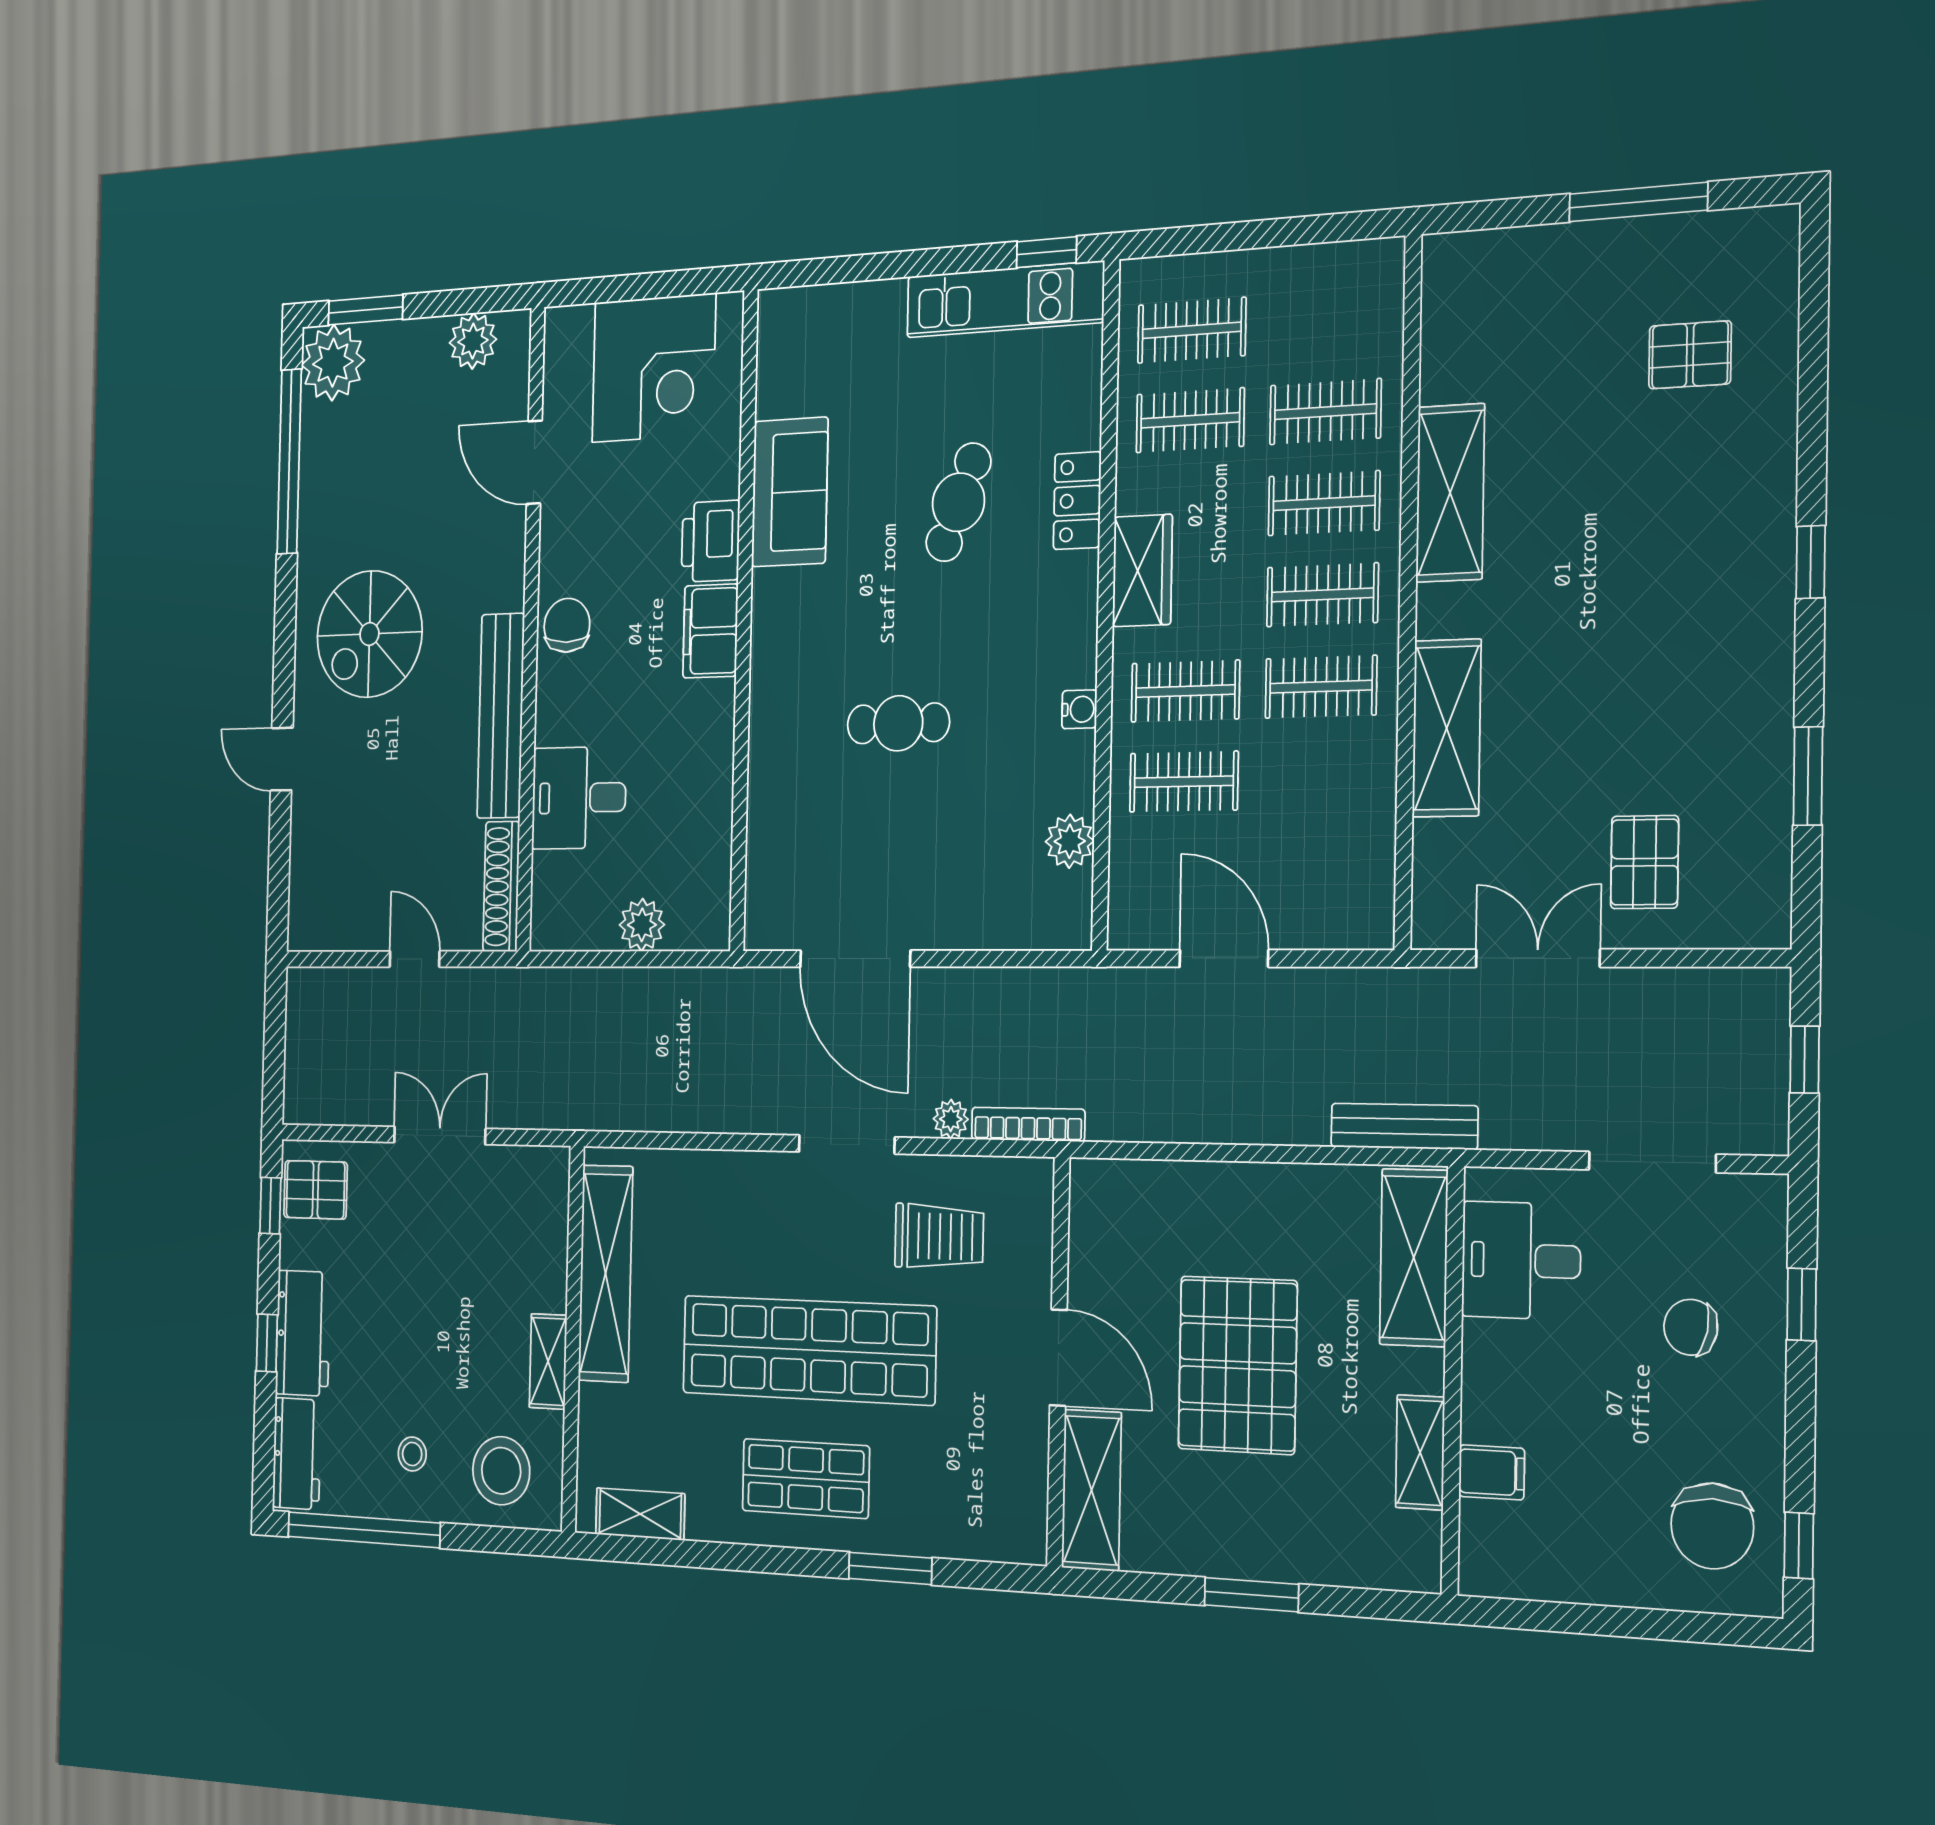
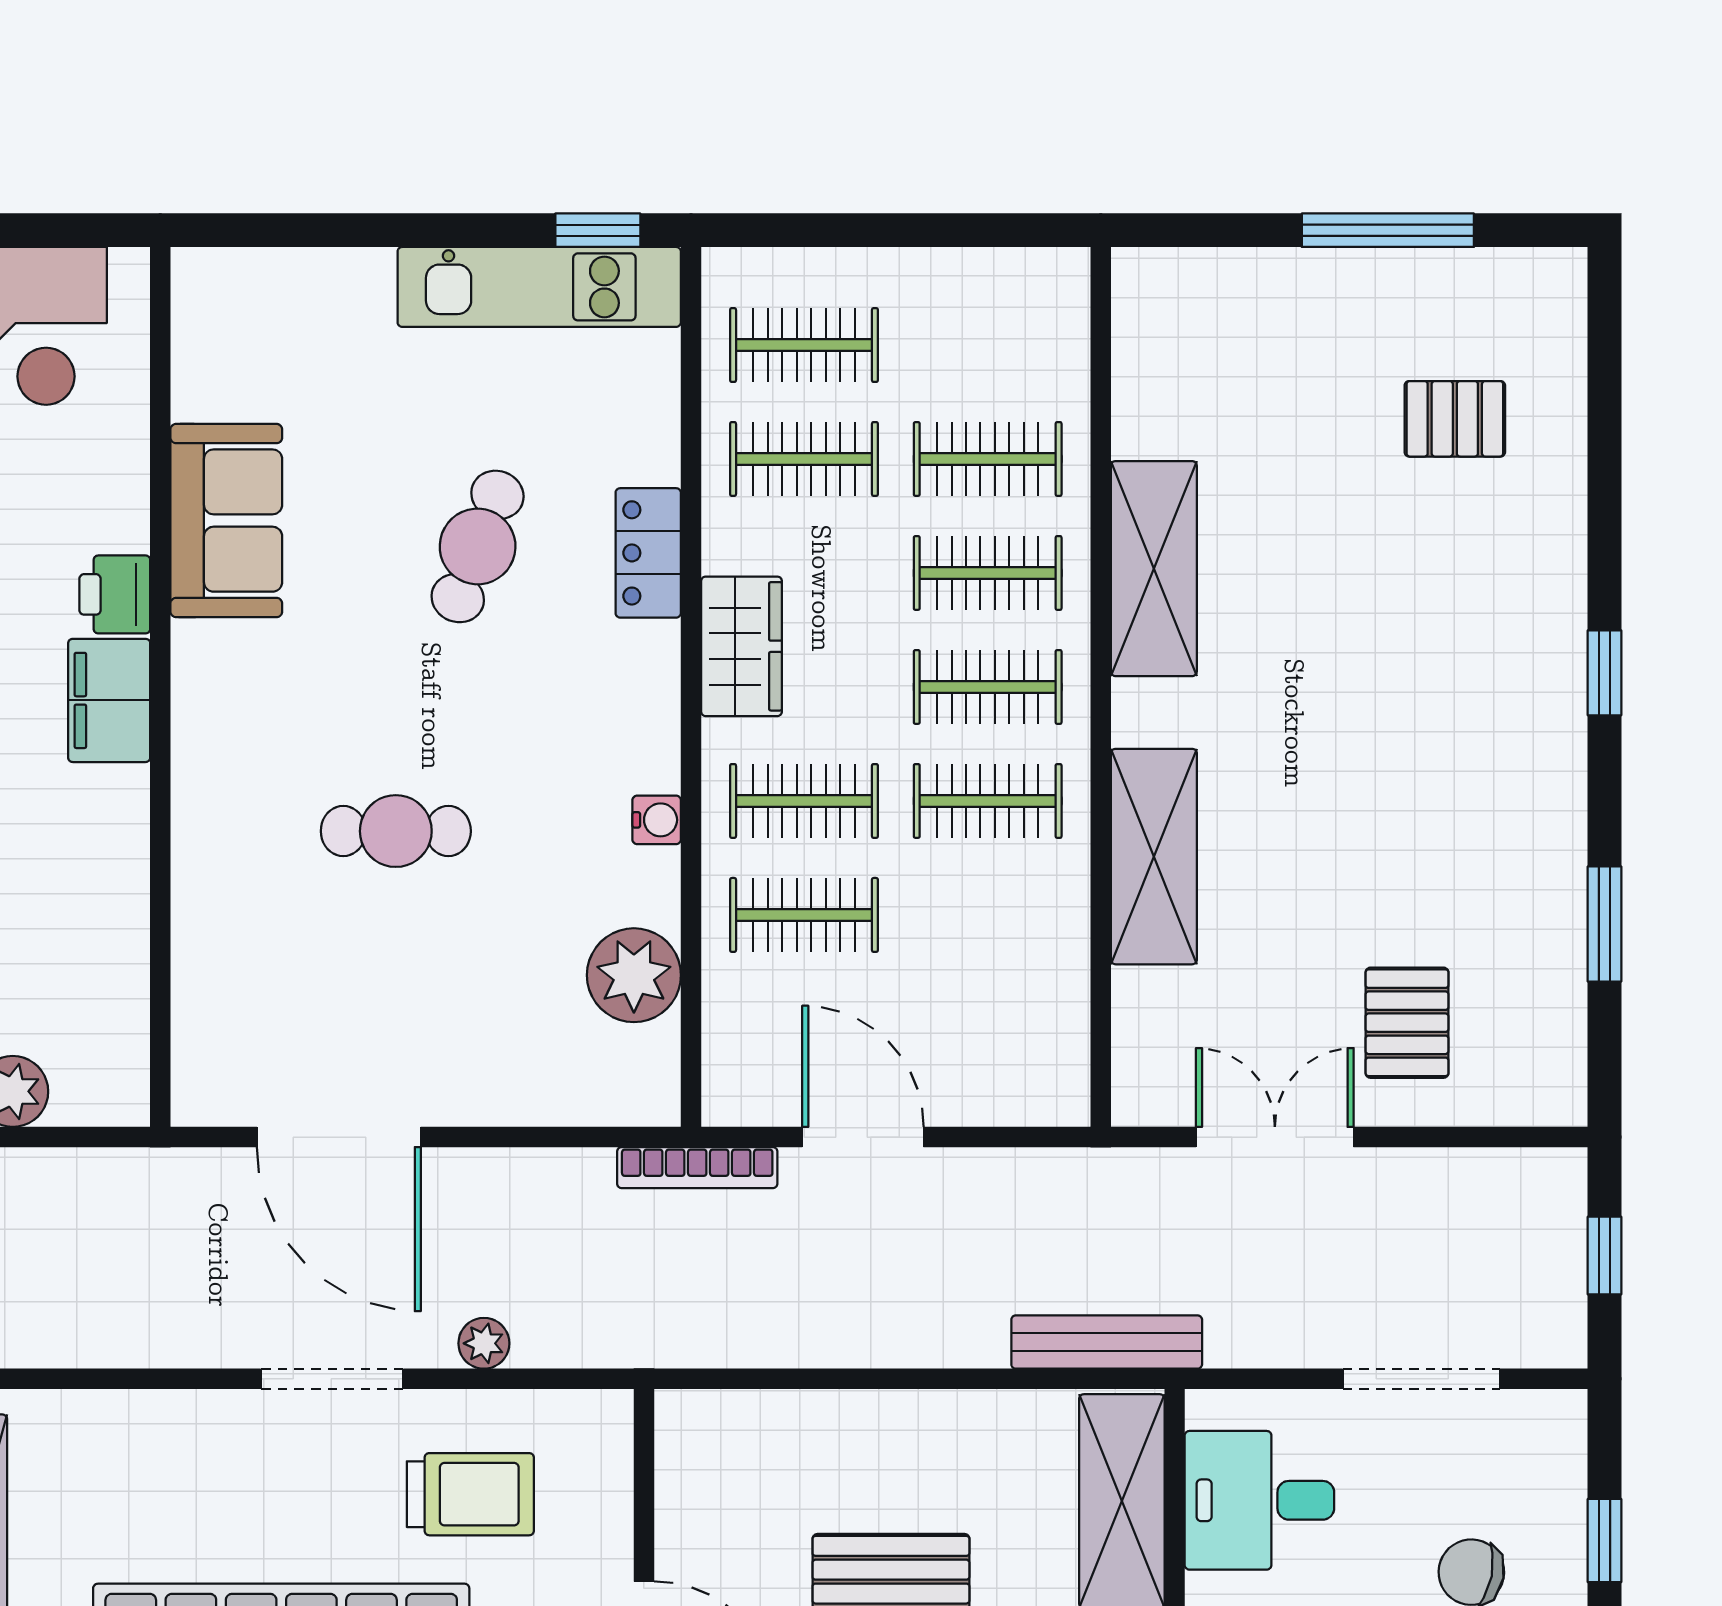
printer: (710, 541) -> (115, 594), width x0.73, depth x0.81
plant: (1070, 841) -> (634, 975), width x1.36, depth x1.36
bookcase: (1028, 1124) -> (697, 1168), moved, turned 180

